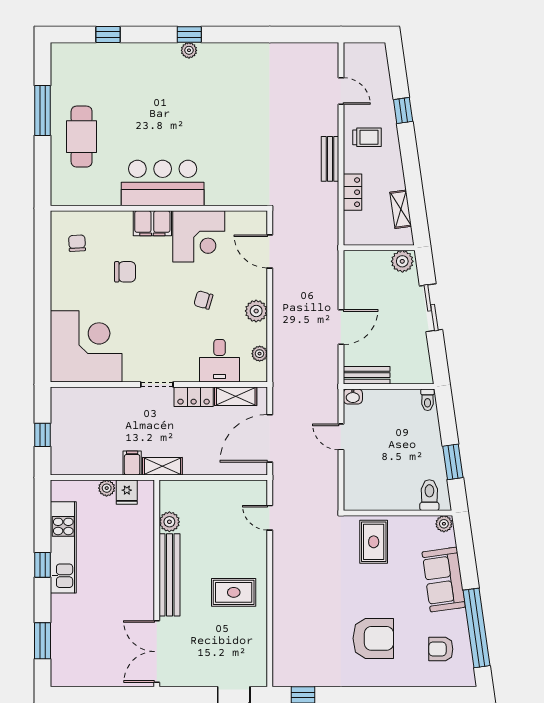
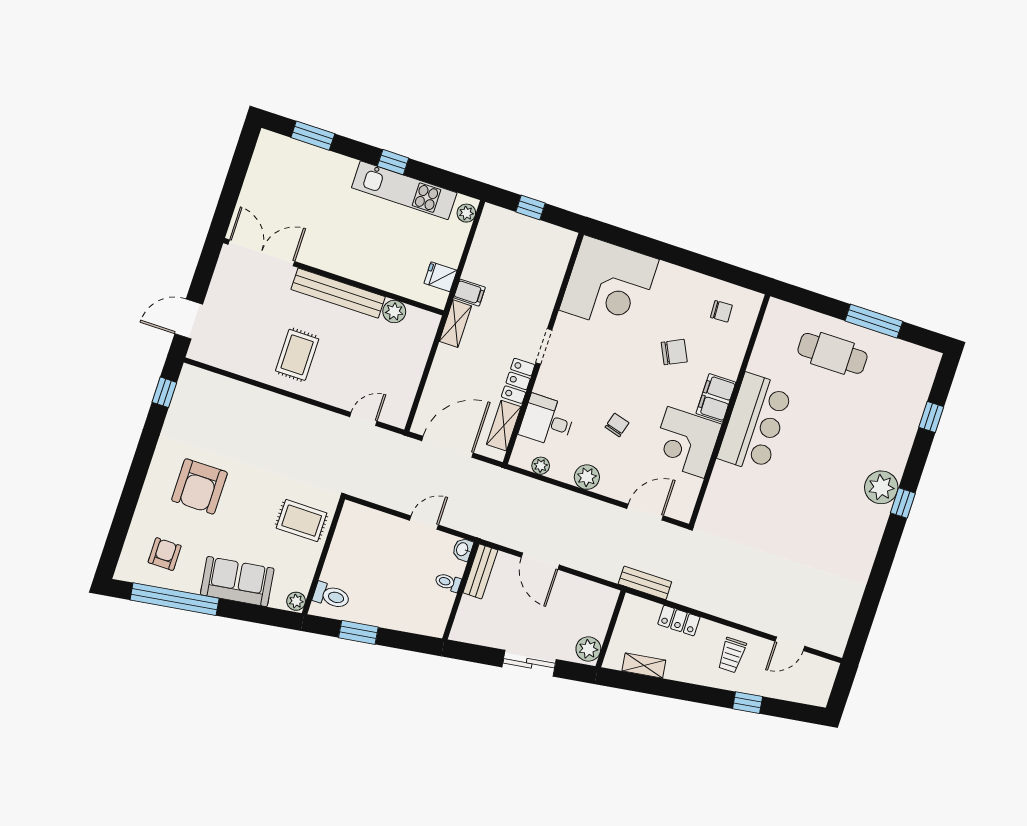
plant: (189, 50) -> (881, 487), width x1.88, depth x1.88
bench: (330, 159) -> (645, 583), moved
chair: (125, 272) -> (674, 352), turned -116
toilet: (428, 400) -> (448, 582), moved
door: (270, 438) -> (447, 447), hinge flipped
plant: (107, 488) -> (466, 213), moved

